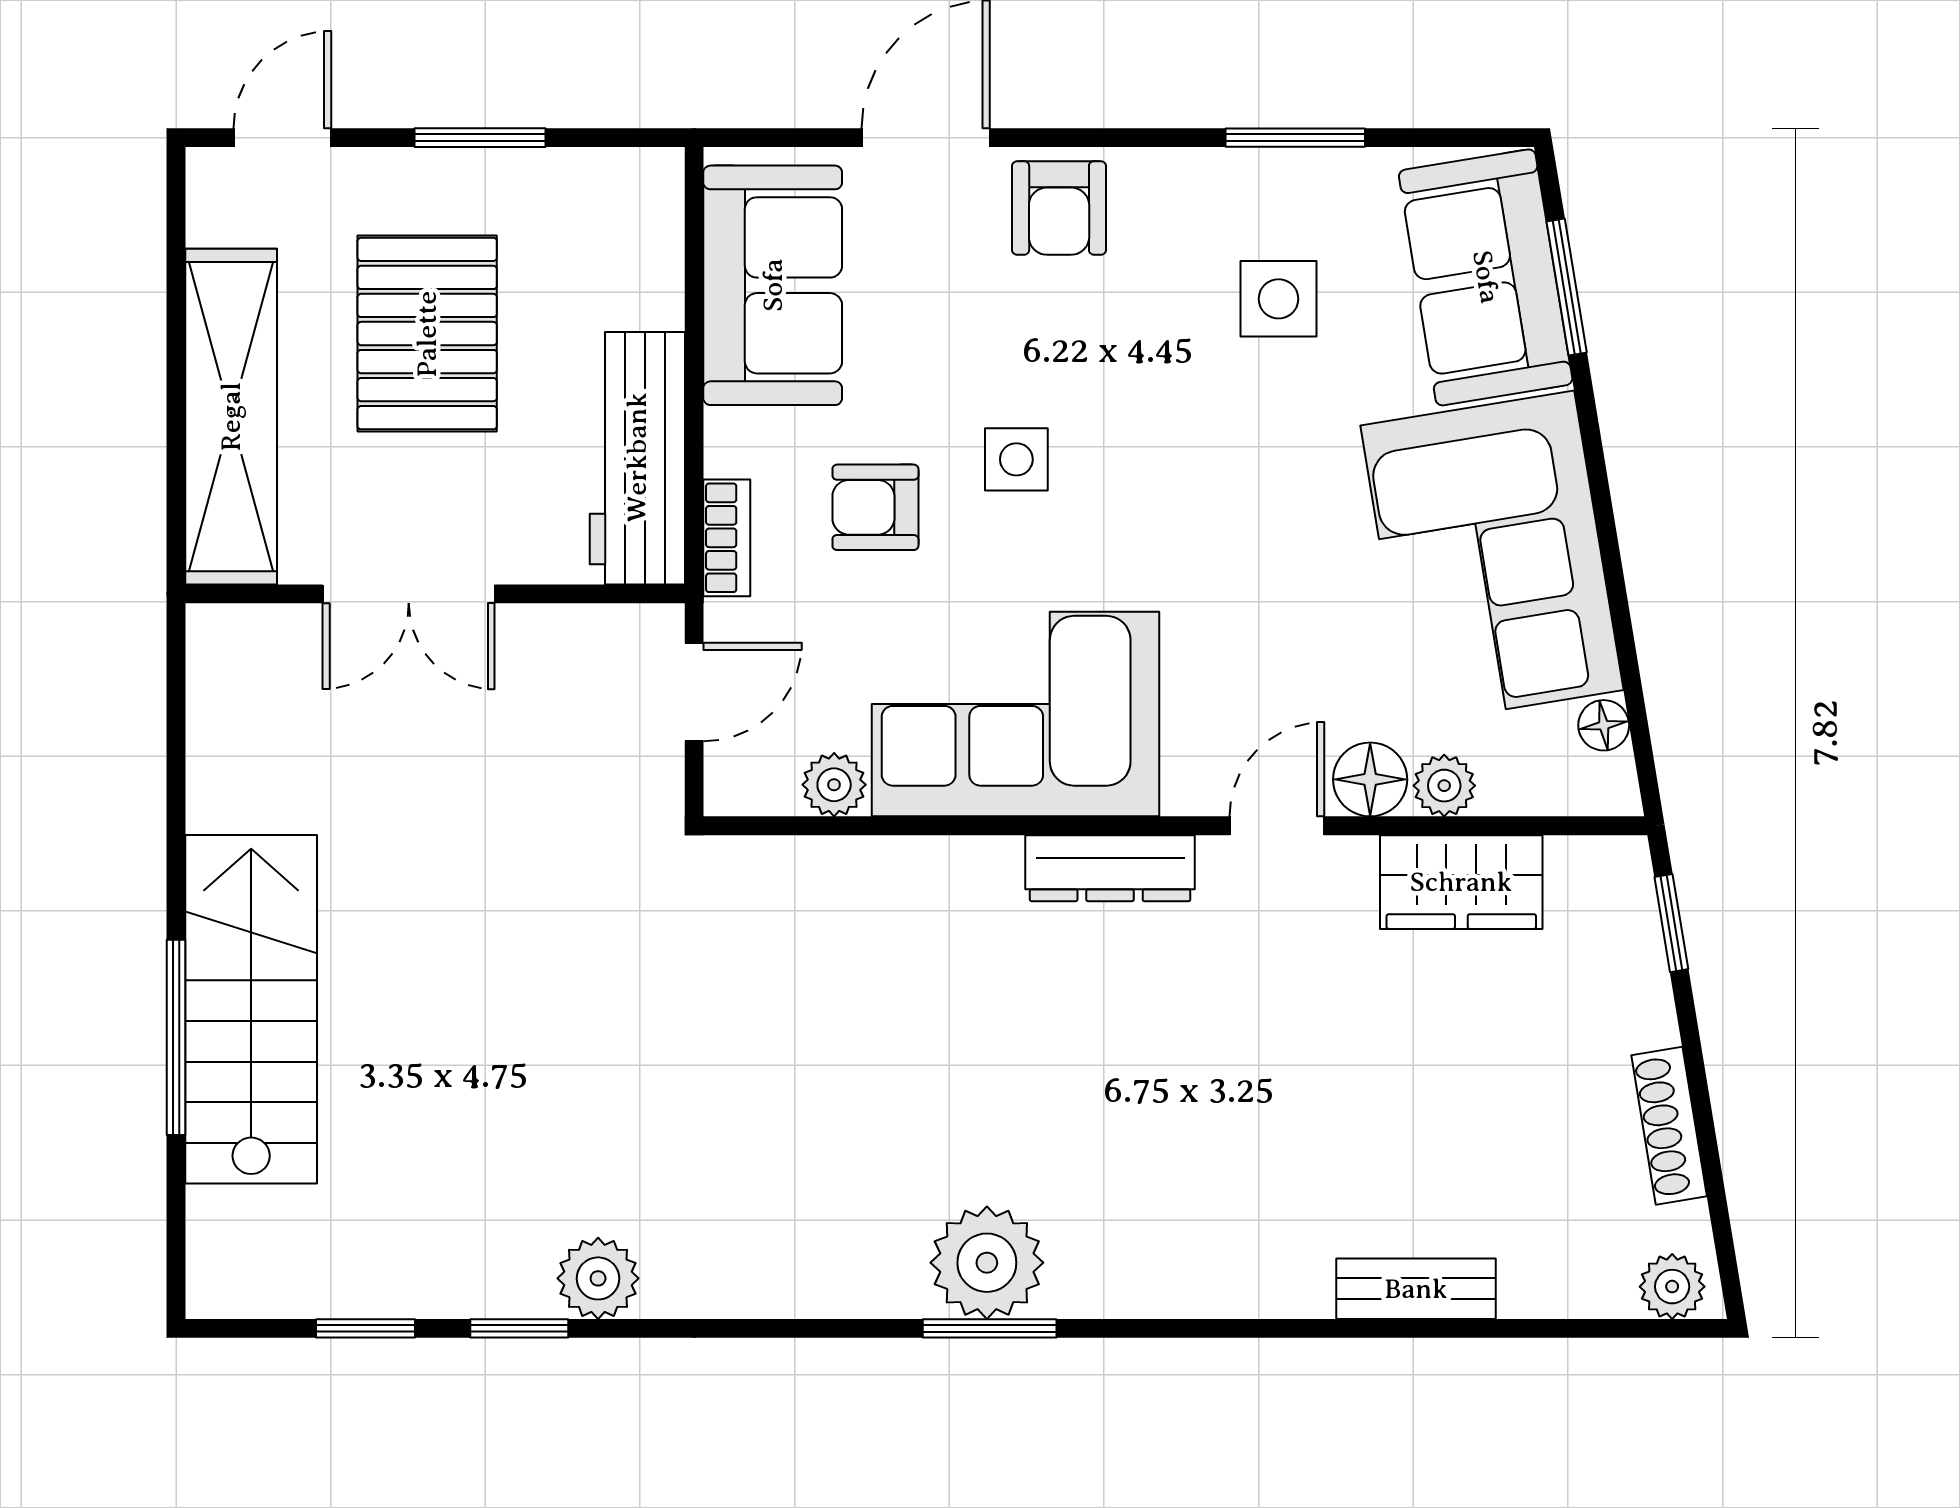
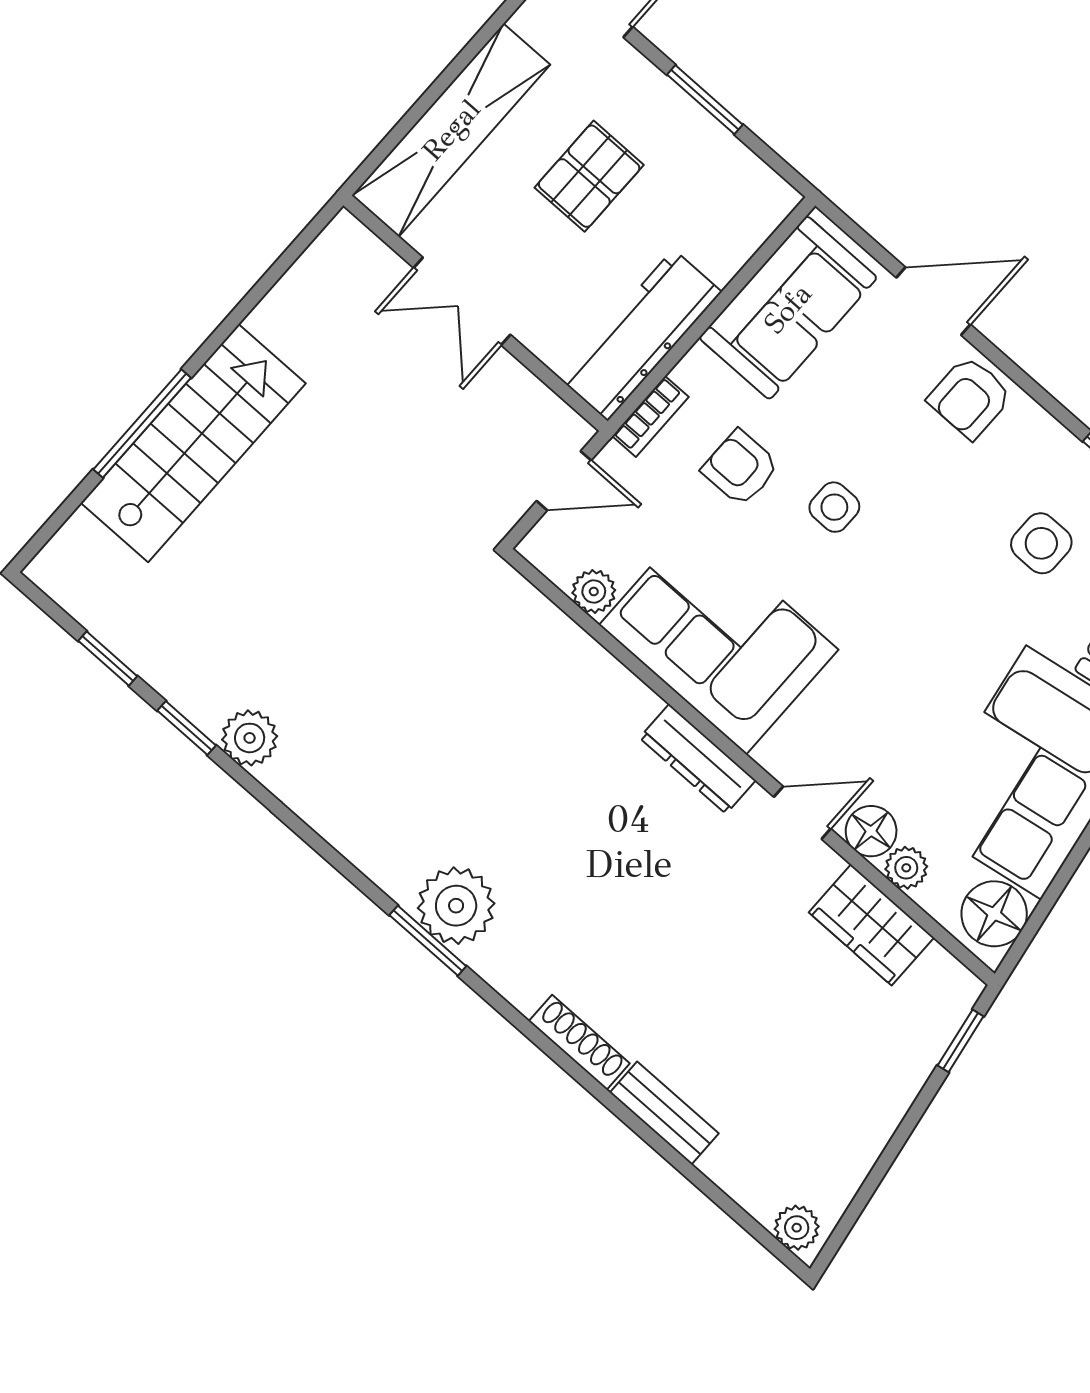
pallet: (427, 334) -> (589, 176), width x0.67, depth x0.71
floor lamp: (1604, 725) -> (994, 914), width x1.89, depth x1.89
shoe rack: (1669, 1126) -> (579, 1042), moved, turned 99

